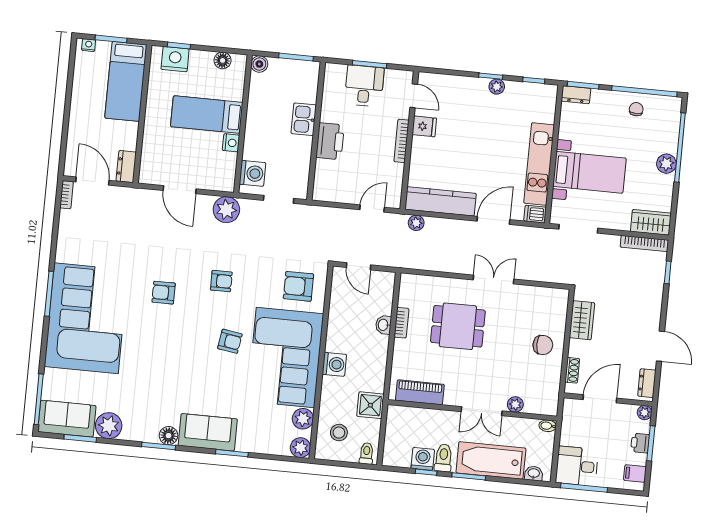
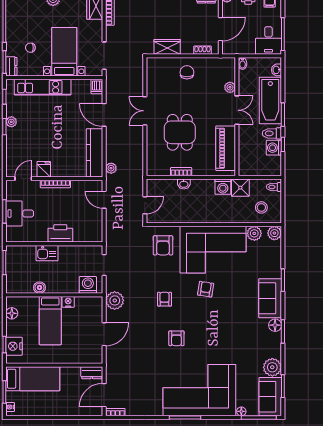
boiler: (259, 64) -> (40, 288), moved
chair: (636, 109) -> (30, 48), moved
kitchen unit: (539, 164) -> (43, 87), moved
washing machine: (334, 364) -> (223, 187), moved, turned 180
floor lamp: (50, 375) -> (241, 411), added
piano: (420, 392) -> (226, 148), width x1.37, depth x1.33
door: (600, 399) -> (220, 29), swing flipped

